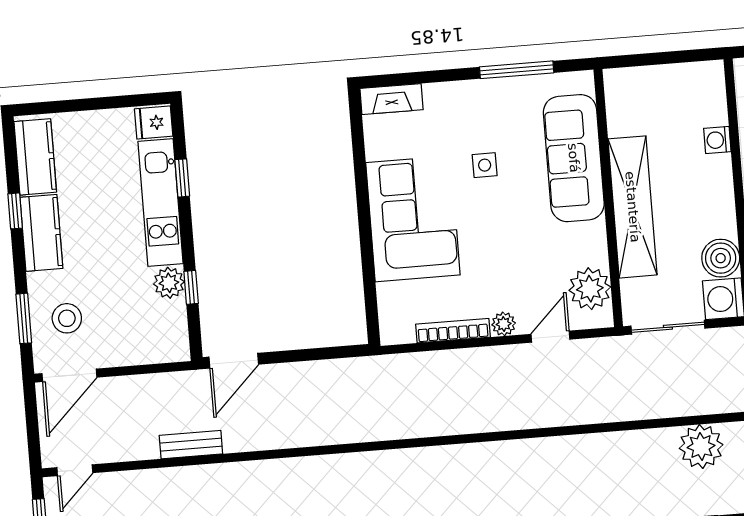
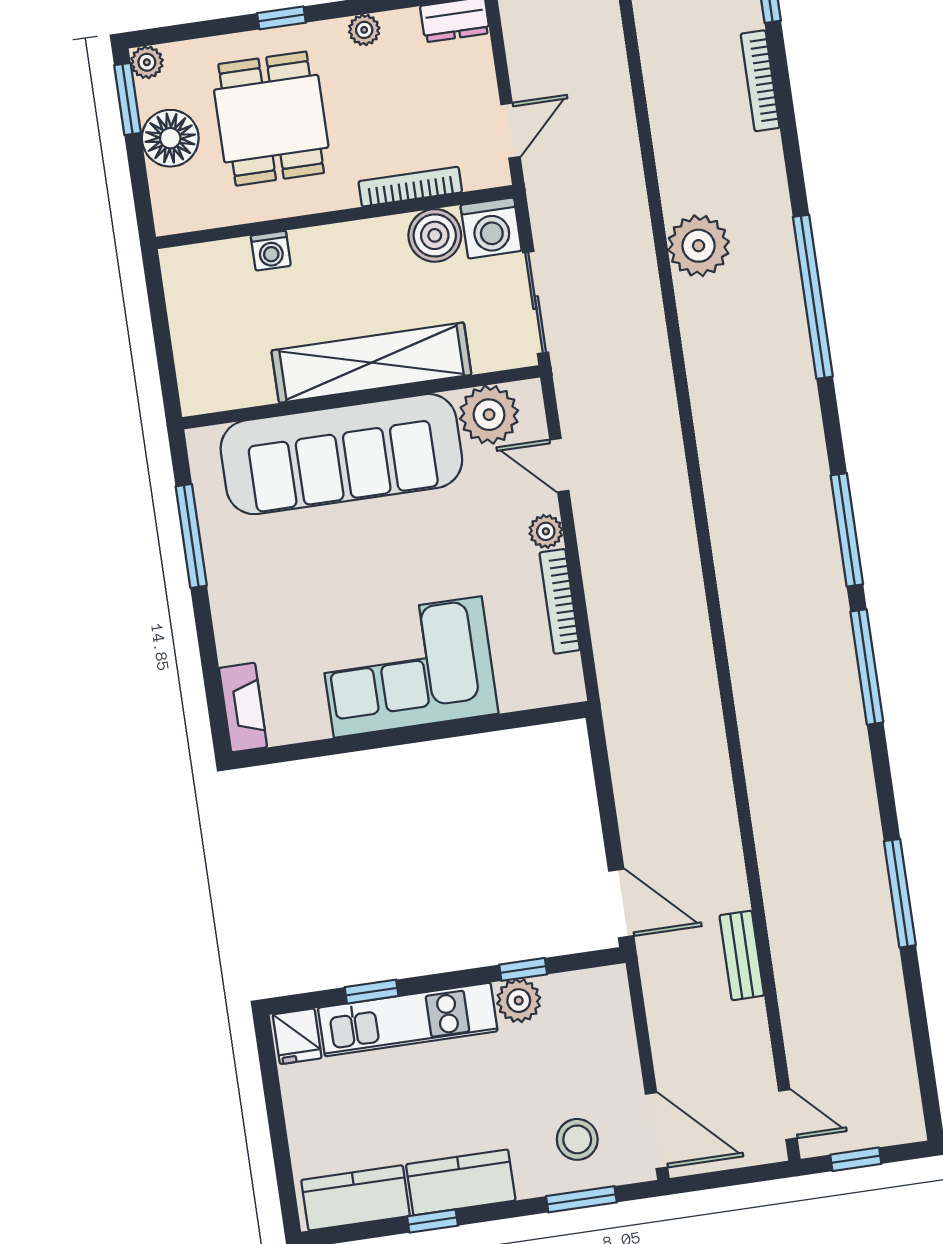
sofa: (574, 158) -> (341, 454), width x1.36, depth x1.27
side table: (485, 165) -> (327, 572), removed

